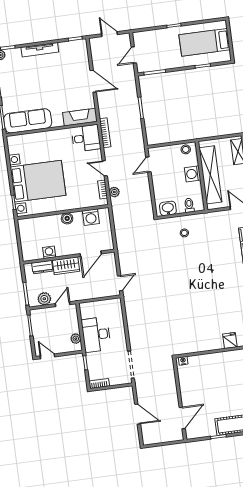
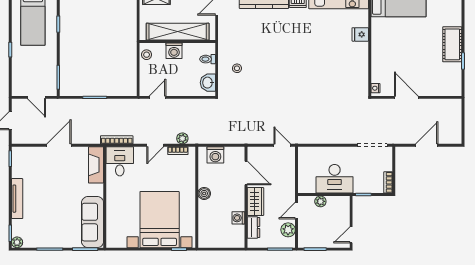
door: (148, 165) -> (157, 97), swing flipped
washing machine: (91, 217) -> (215, 155), moved, turned 90
door: (63, 304) -> (297, 211), hinge flipped
plant: (76, 339) -> (320, 201), moved
door: (182, 418) -> (406, 97), moved

